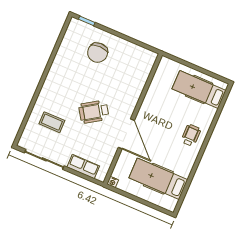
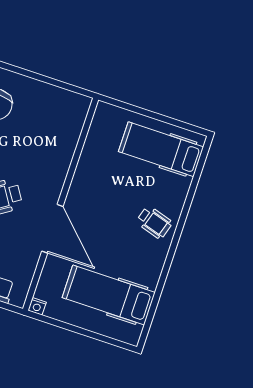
wheelchair: (191, 135) -> (154, 222), turned 107

